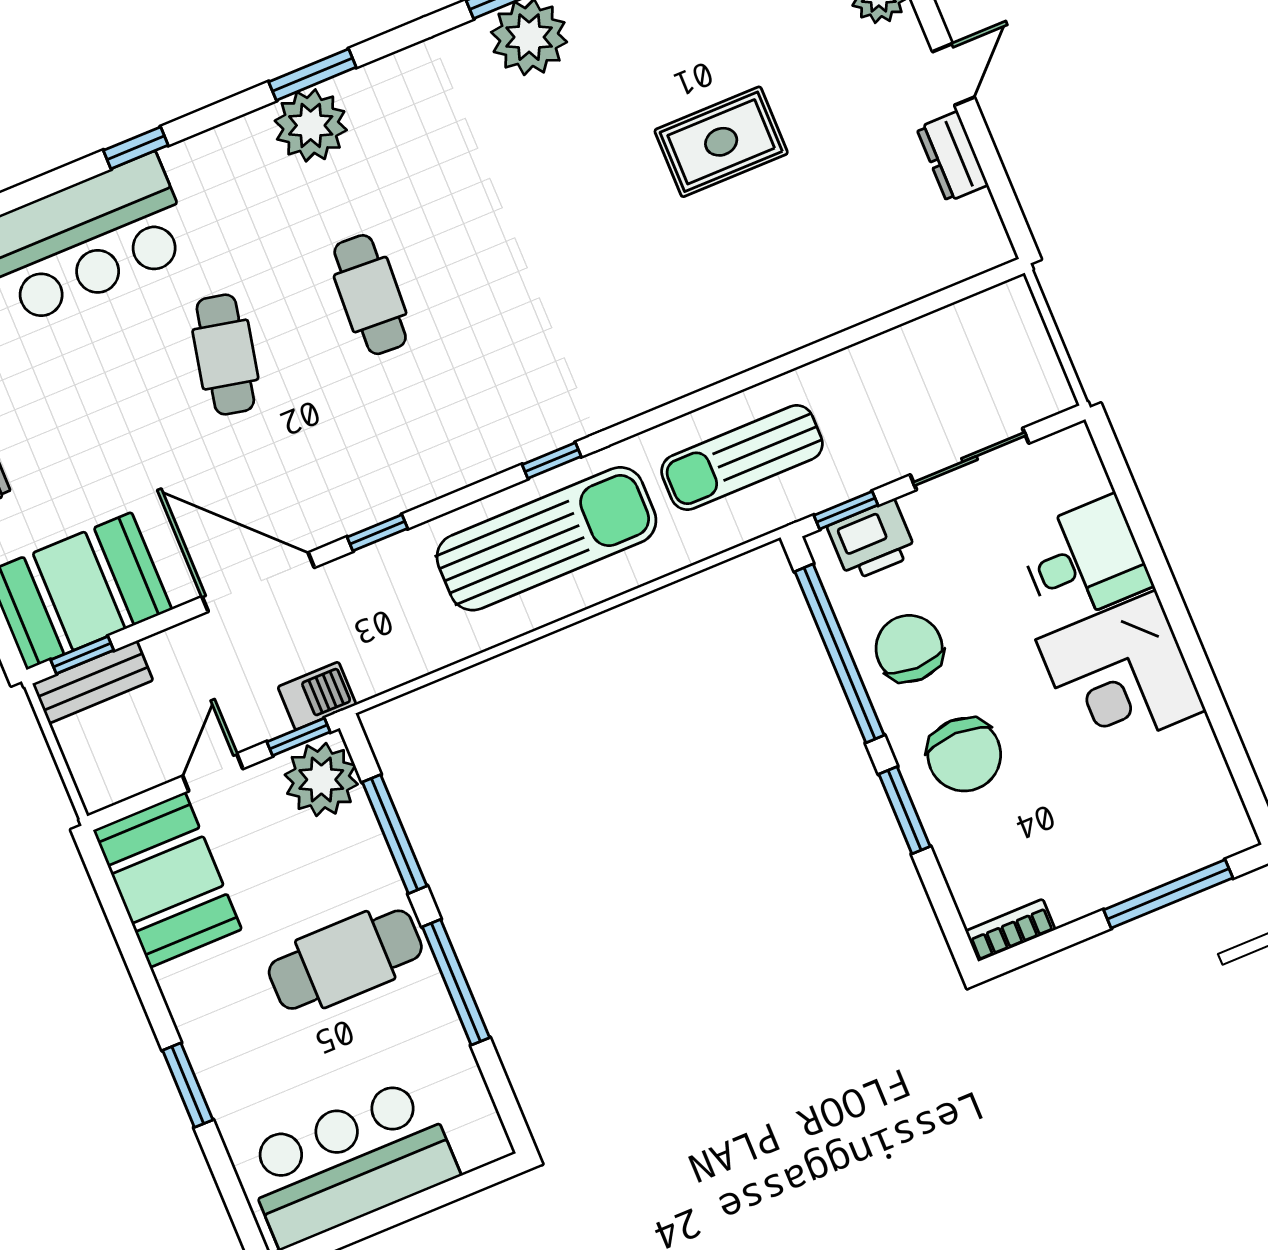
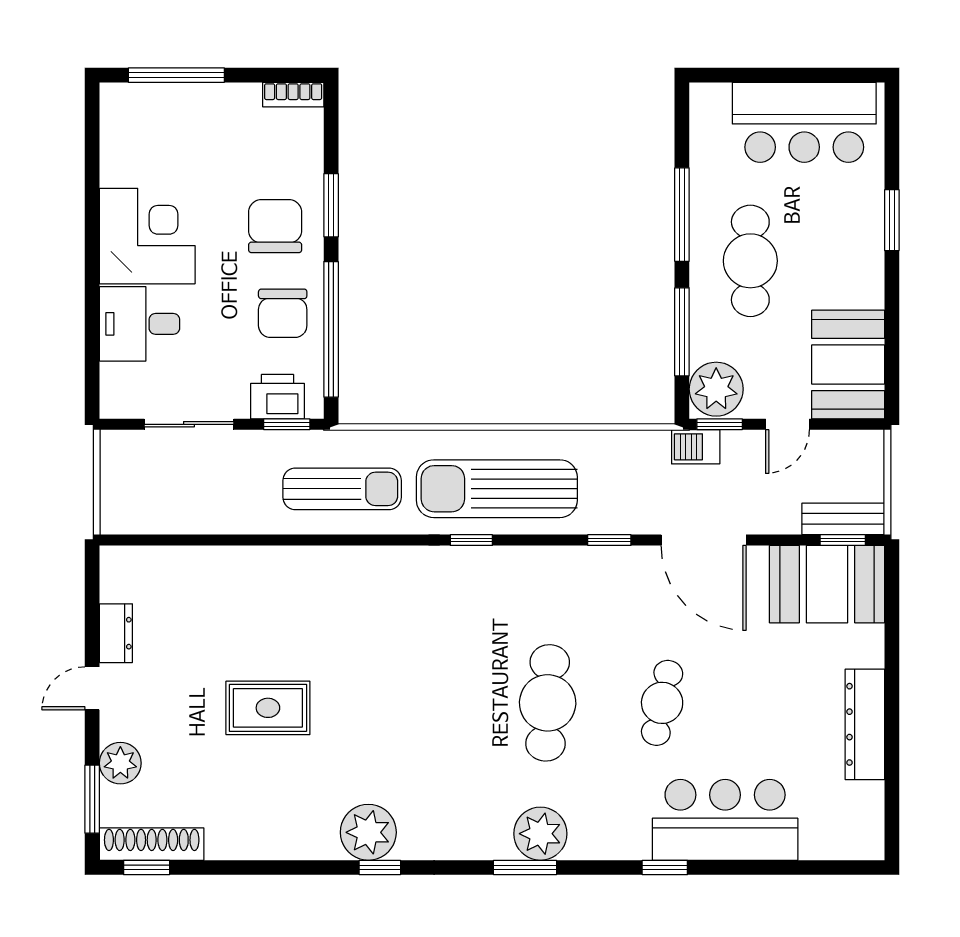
cafe table: (370, 295) -> (548, 703), width x1.37, depth x1.35
cafe table: (345, 960) -> (750, 261), turned 90

